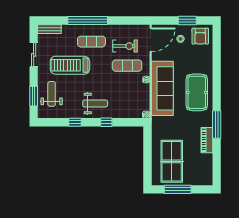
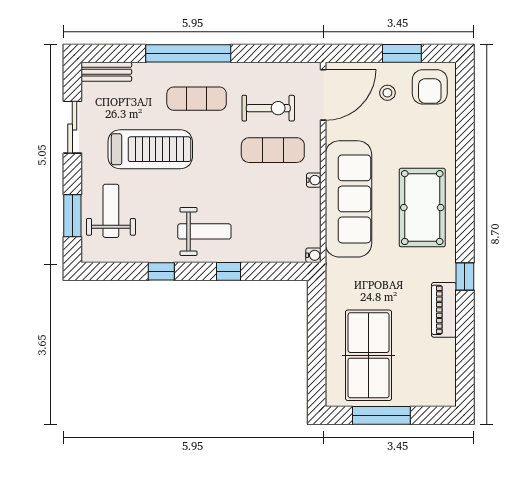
treadmill: (70, 65) -> (150, 149), turned 180
window: (217, 125) -> (465, 277), width x0.46

